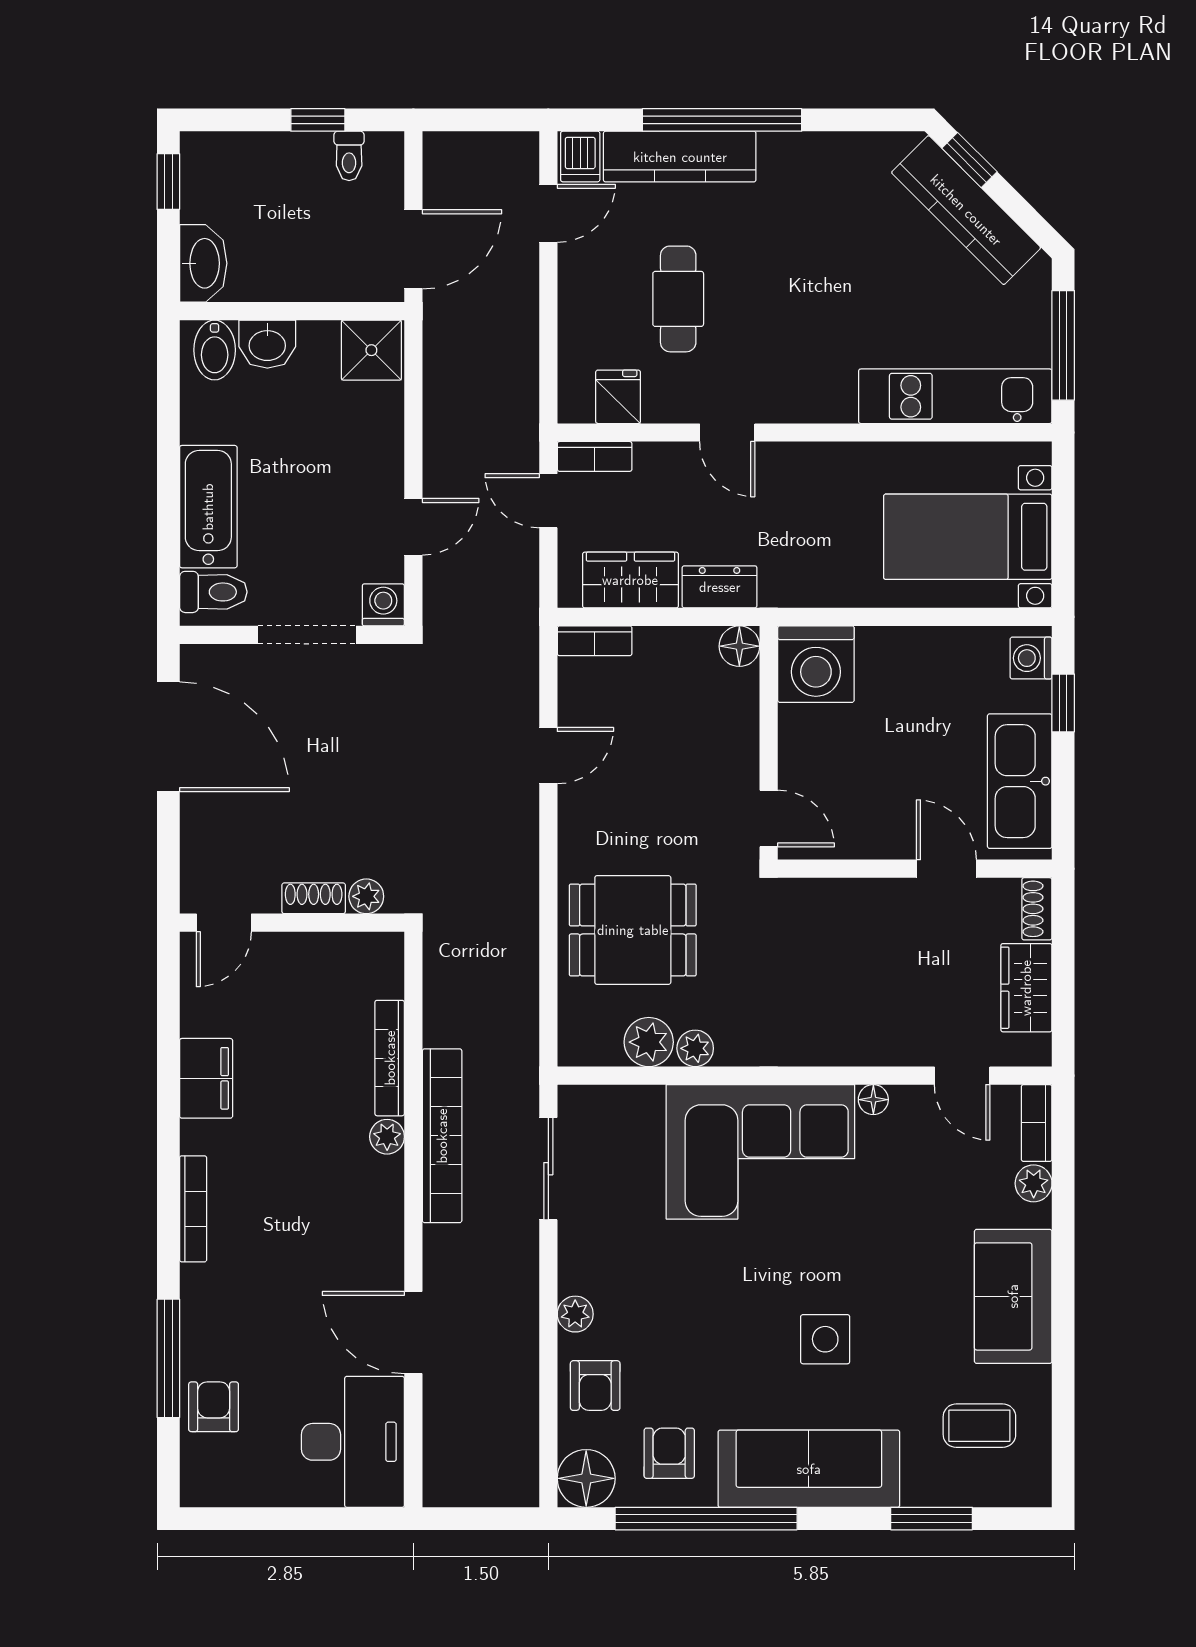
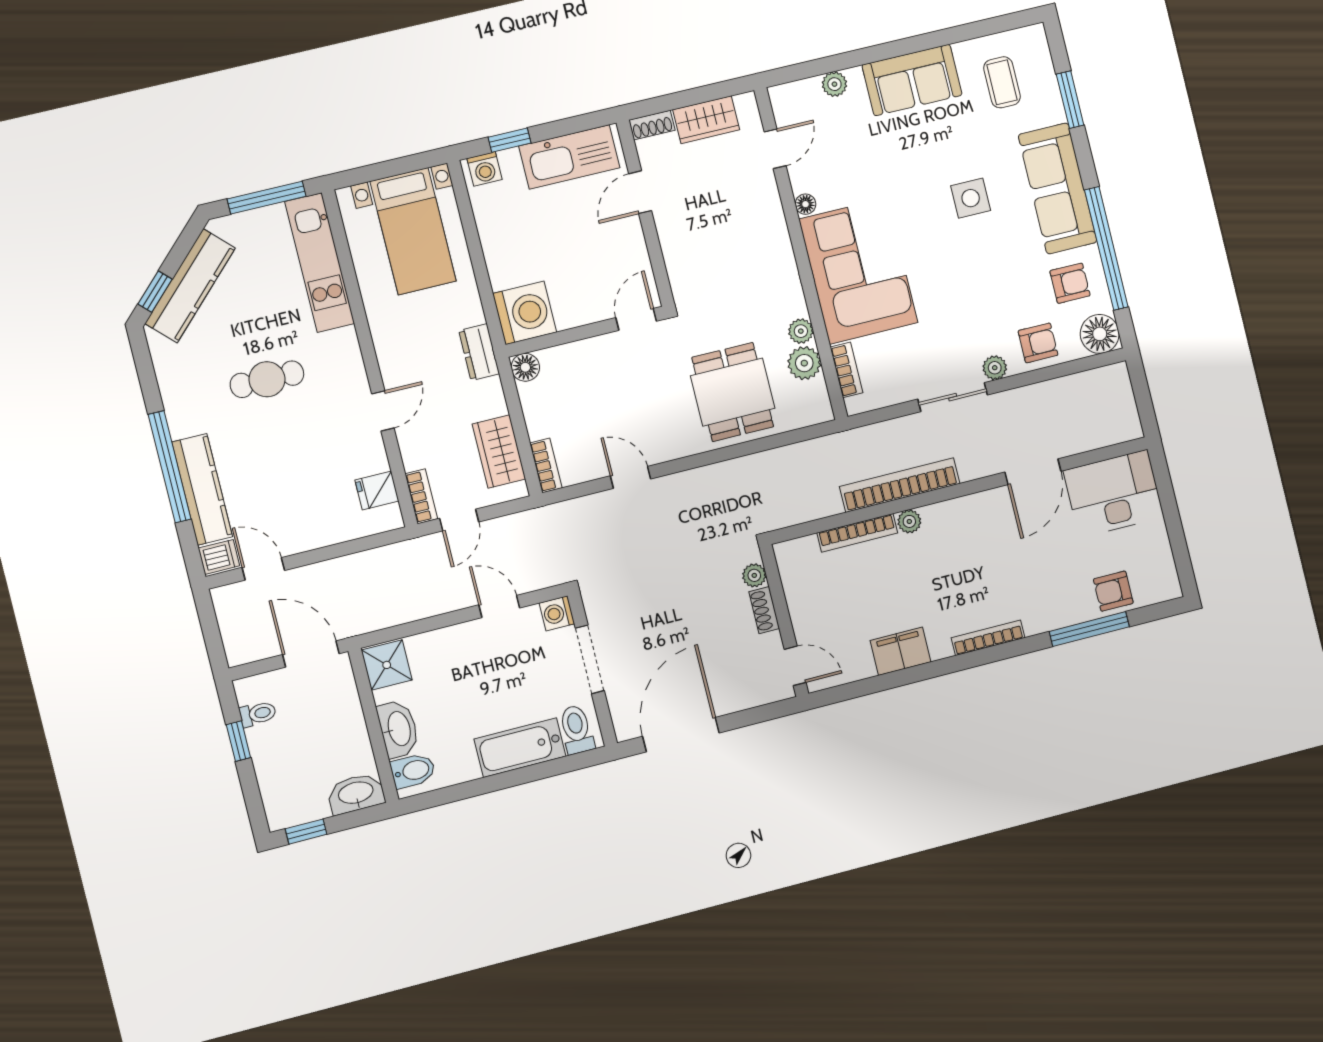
cafe table: (678, 299) -> (267, 379), moved
washbasin: (267, 344) -> (398, 729), width x1.38
dresser: (720, 587) -> (479, 352), moved
bookcase: (1037, 1123) -> (846, 370), moved, turned -90
sliding door: (548, 1169) -> (953, 397), moved
armchair: (669, 1453) -> (1070, 283), turned 180

